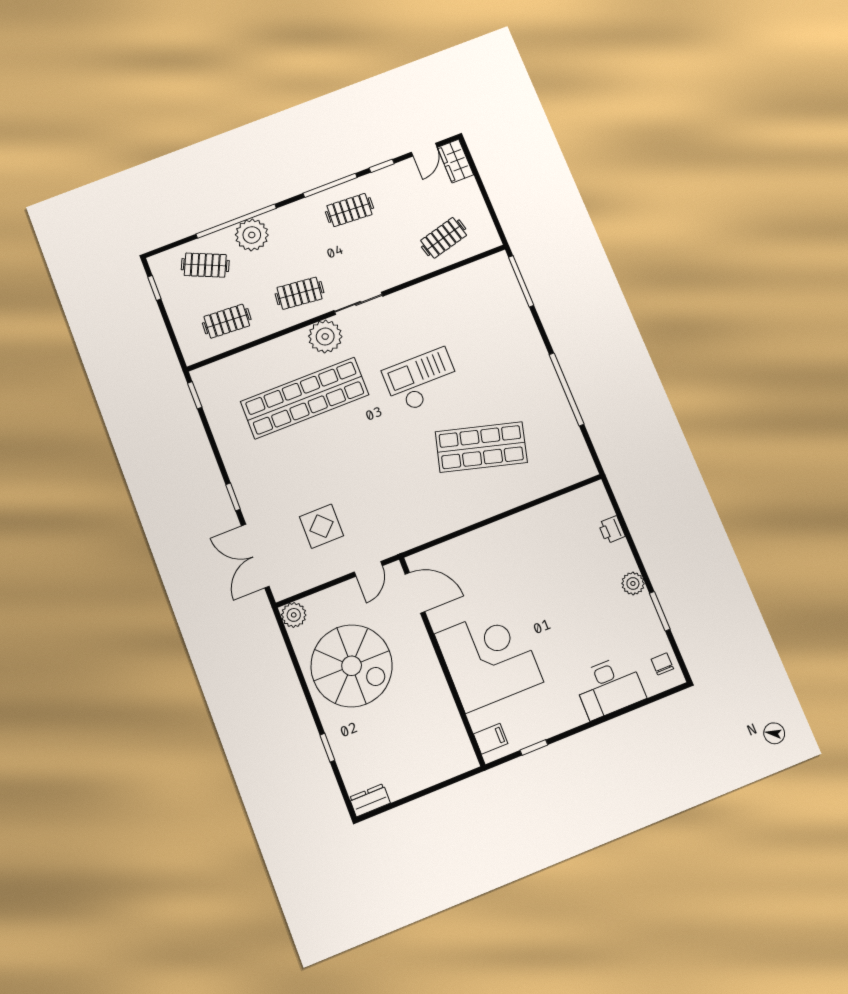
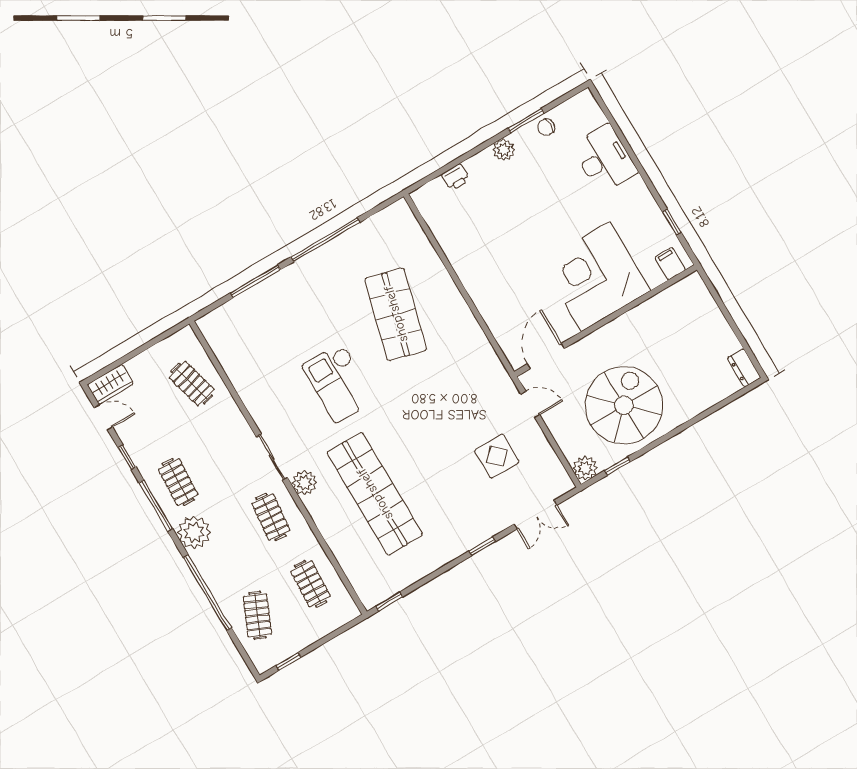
plant: (252, 235) -> (194, 532), moved
window: (521, 281) -> (255, 281), moved
plant: (325, 336) -> (304, 483), width x0.73, depth x0.73
double door: (255, 556) -> (535, 515), width x0.73
chair: (662, 664) -> (546, 127), moved
window: (327, 748) -> (617, 466), moved

